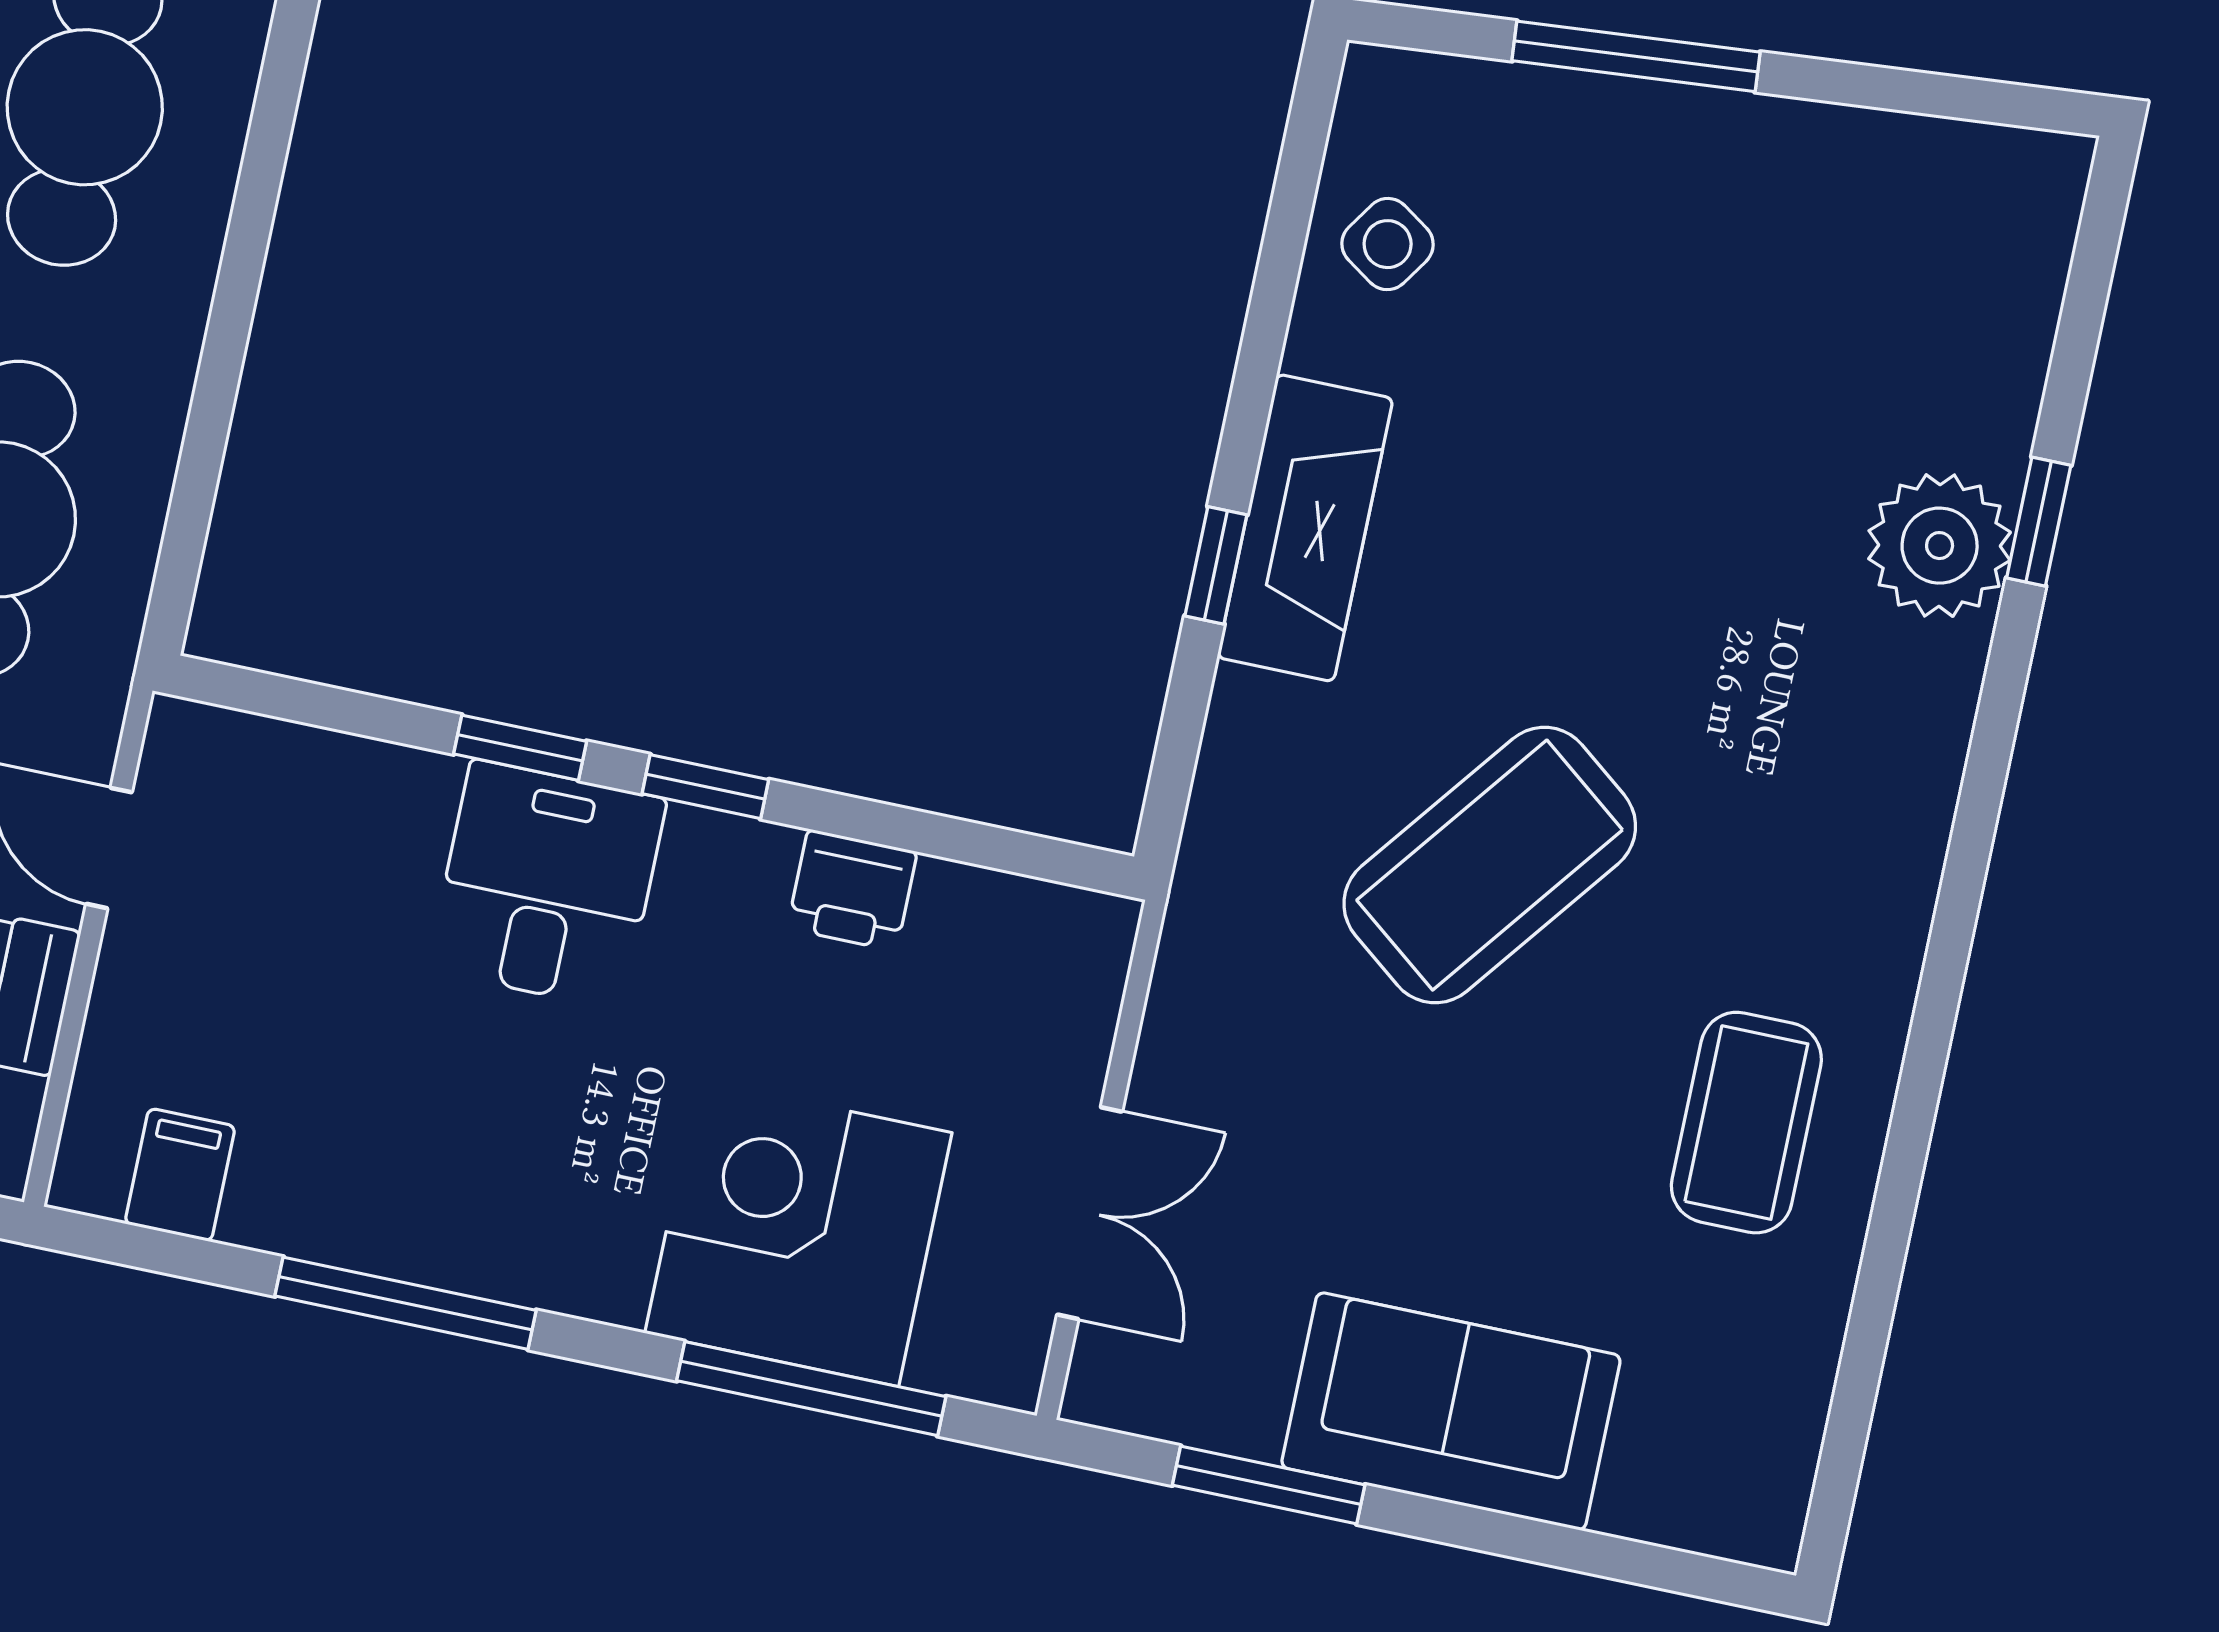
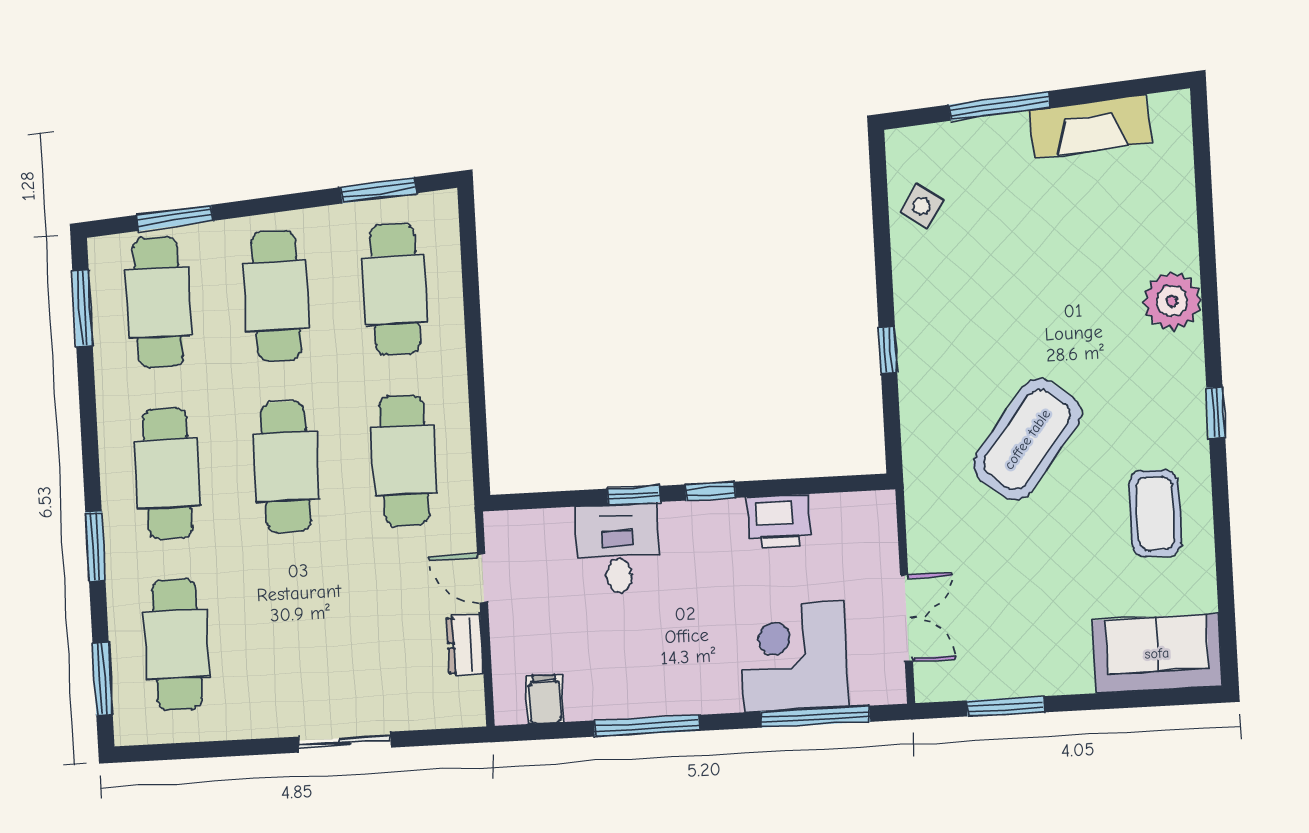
window: (2039, 522) -> (1216, 412), moved
fireplace: (1305, 528) -> (1090, 126), moved, turned 85
plant: (1940, 546) -> (1172, 301), moved
desk: (547, 885) -> (618, 548), moved
printer: (852, 890) -> (779, 521), width x1.36, depth x1.24
sofa: (1451, 1411) -> (1157, 653), moved

